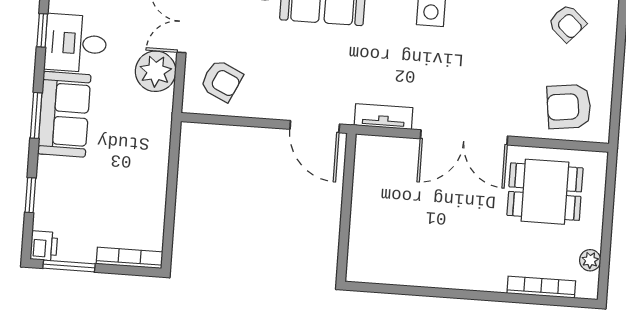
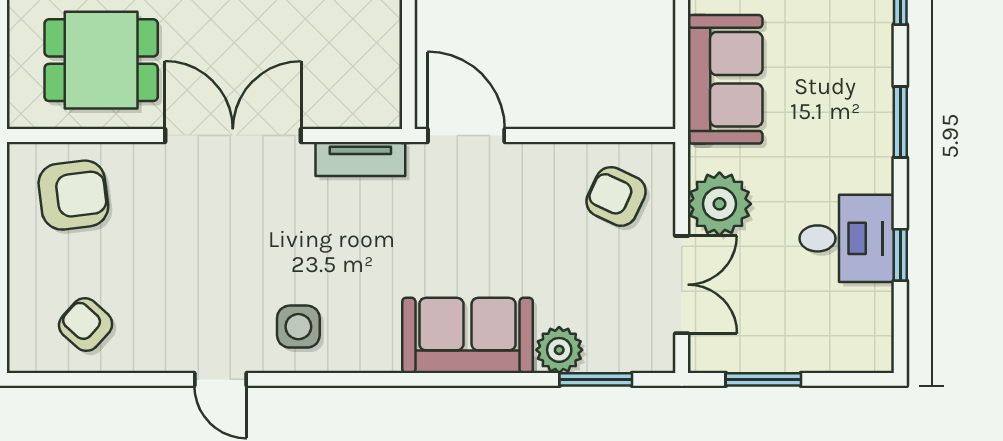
sofa: (64, 114) -> (725, 79), moved, turned 180

